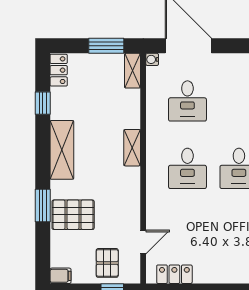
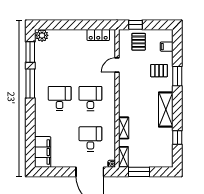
locker: (59, 70) -> (168, 157), removed
shelving: (132, 148) -> (124, 128), moved
pallet: (73, 215) -> (159, 71), width x0.67, depth x0.71
door: (143, 242) -> (117, 65), moved
filing cabinet: (60, 276) -> (167, 47), moved

